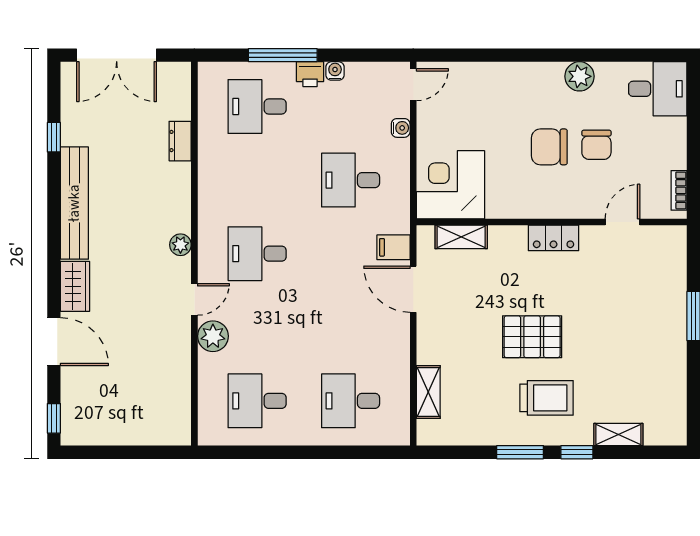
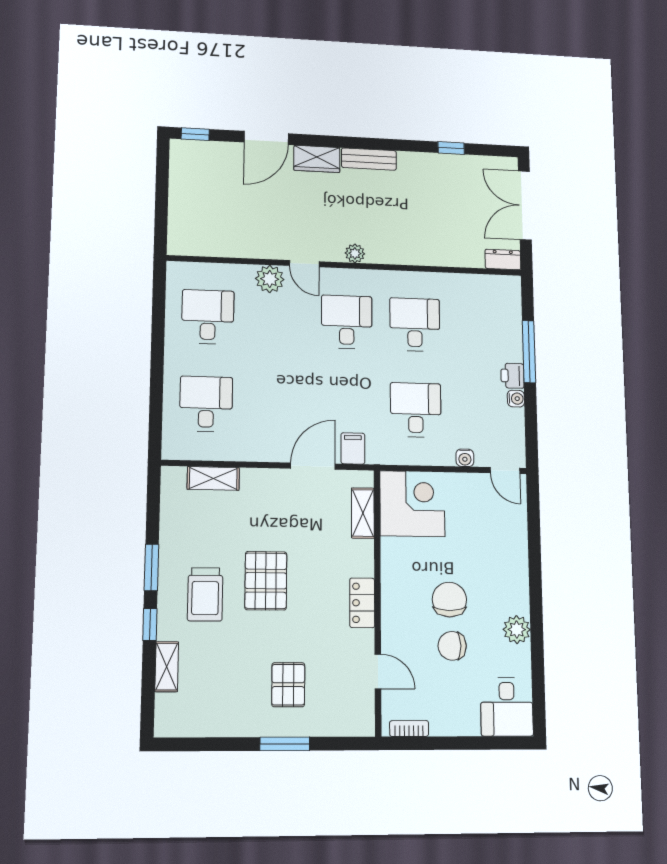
desk: (257, 107) -> (415, 324), moved
dresser: (180, 141) -> (503, 260), moved
bench: (74, 203) -> (369, 159), width x0.54, depth x0.82
pallet: (636, 313) -> (288, 685), added

